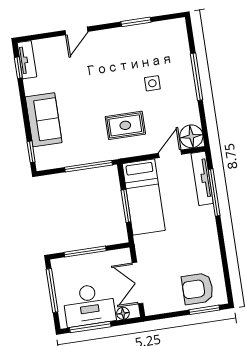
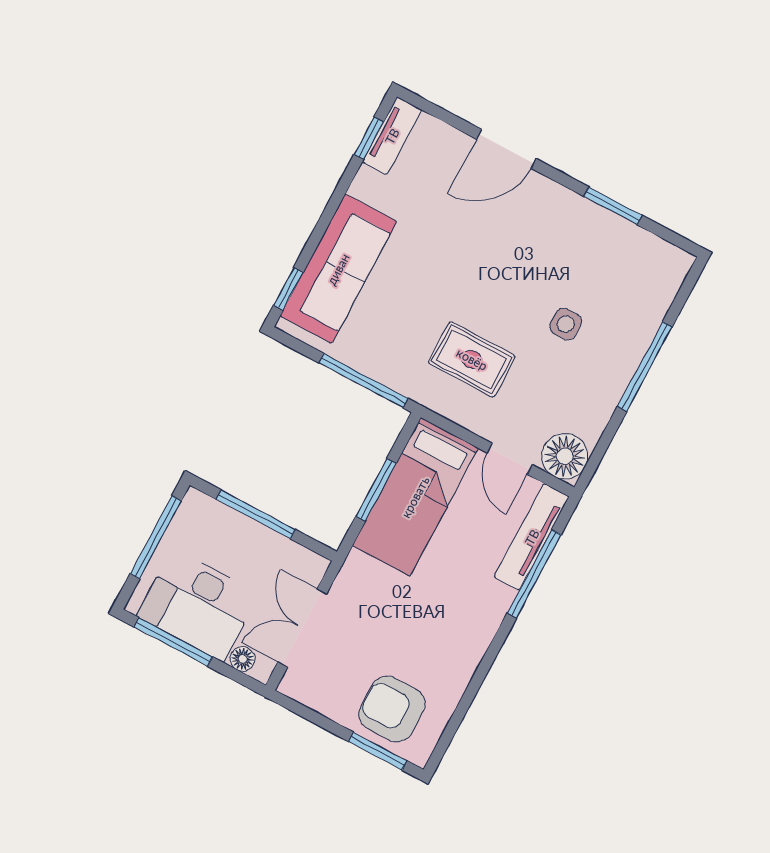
door: (76, 31) -> (506, 149), width x1.38
sofa: (44, 120) -> (338, 269), width x1.36
door: (170, 154) -> (510, 459), swing flipped

